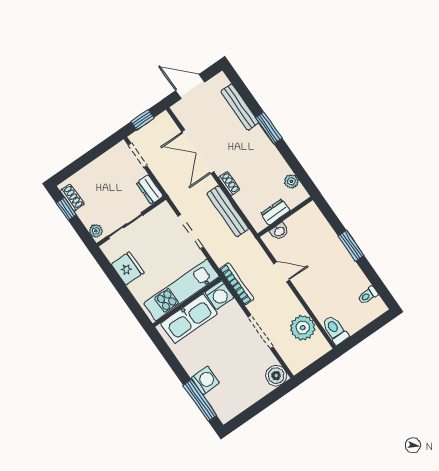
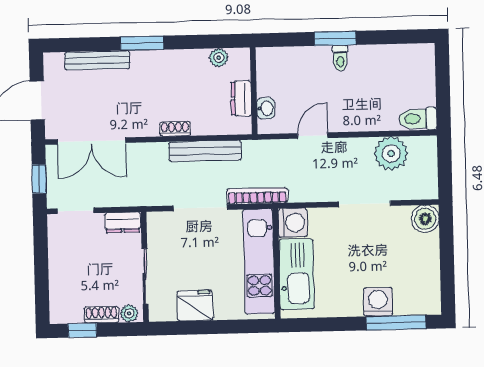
double door: (198, 152) -> (92, 141), moved
shoe rack: (72, 197) -> (101, 315), moved
bookcase: (237, 284) -> (257, 196), moved
toilet: (368, 295) -> (340, 58), moved

